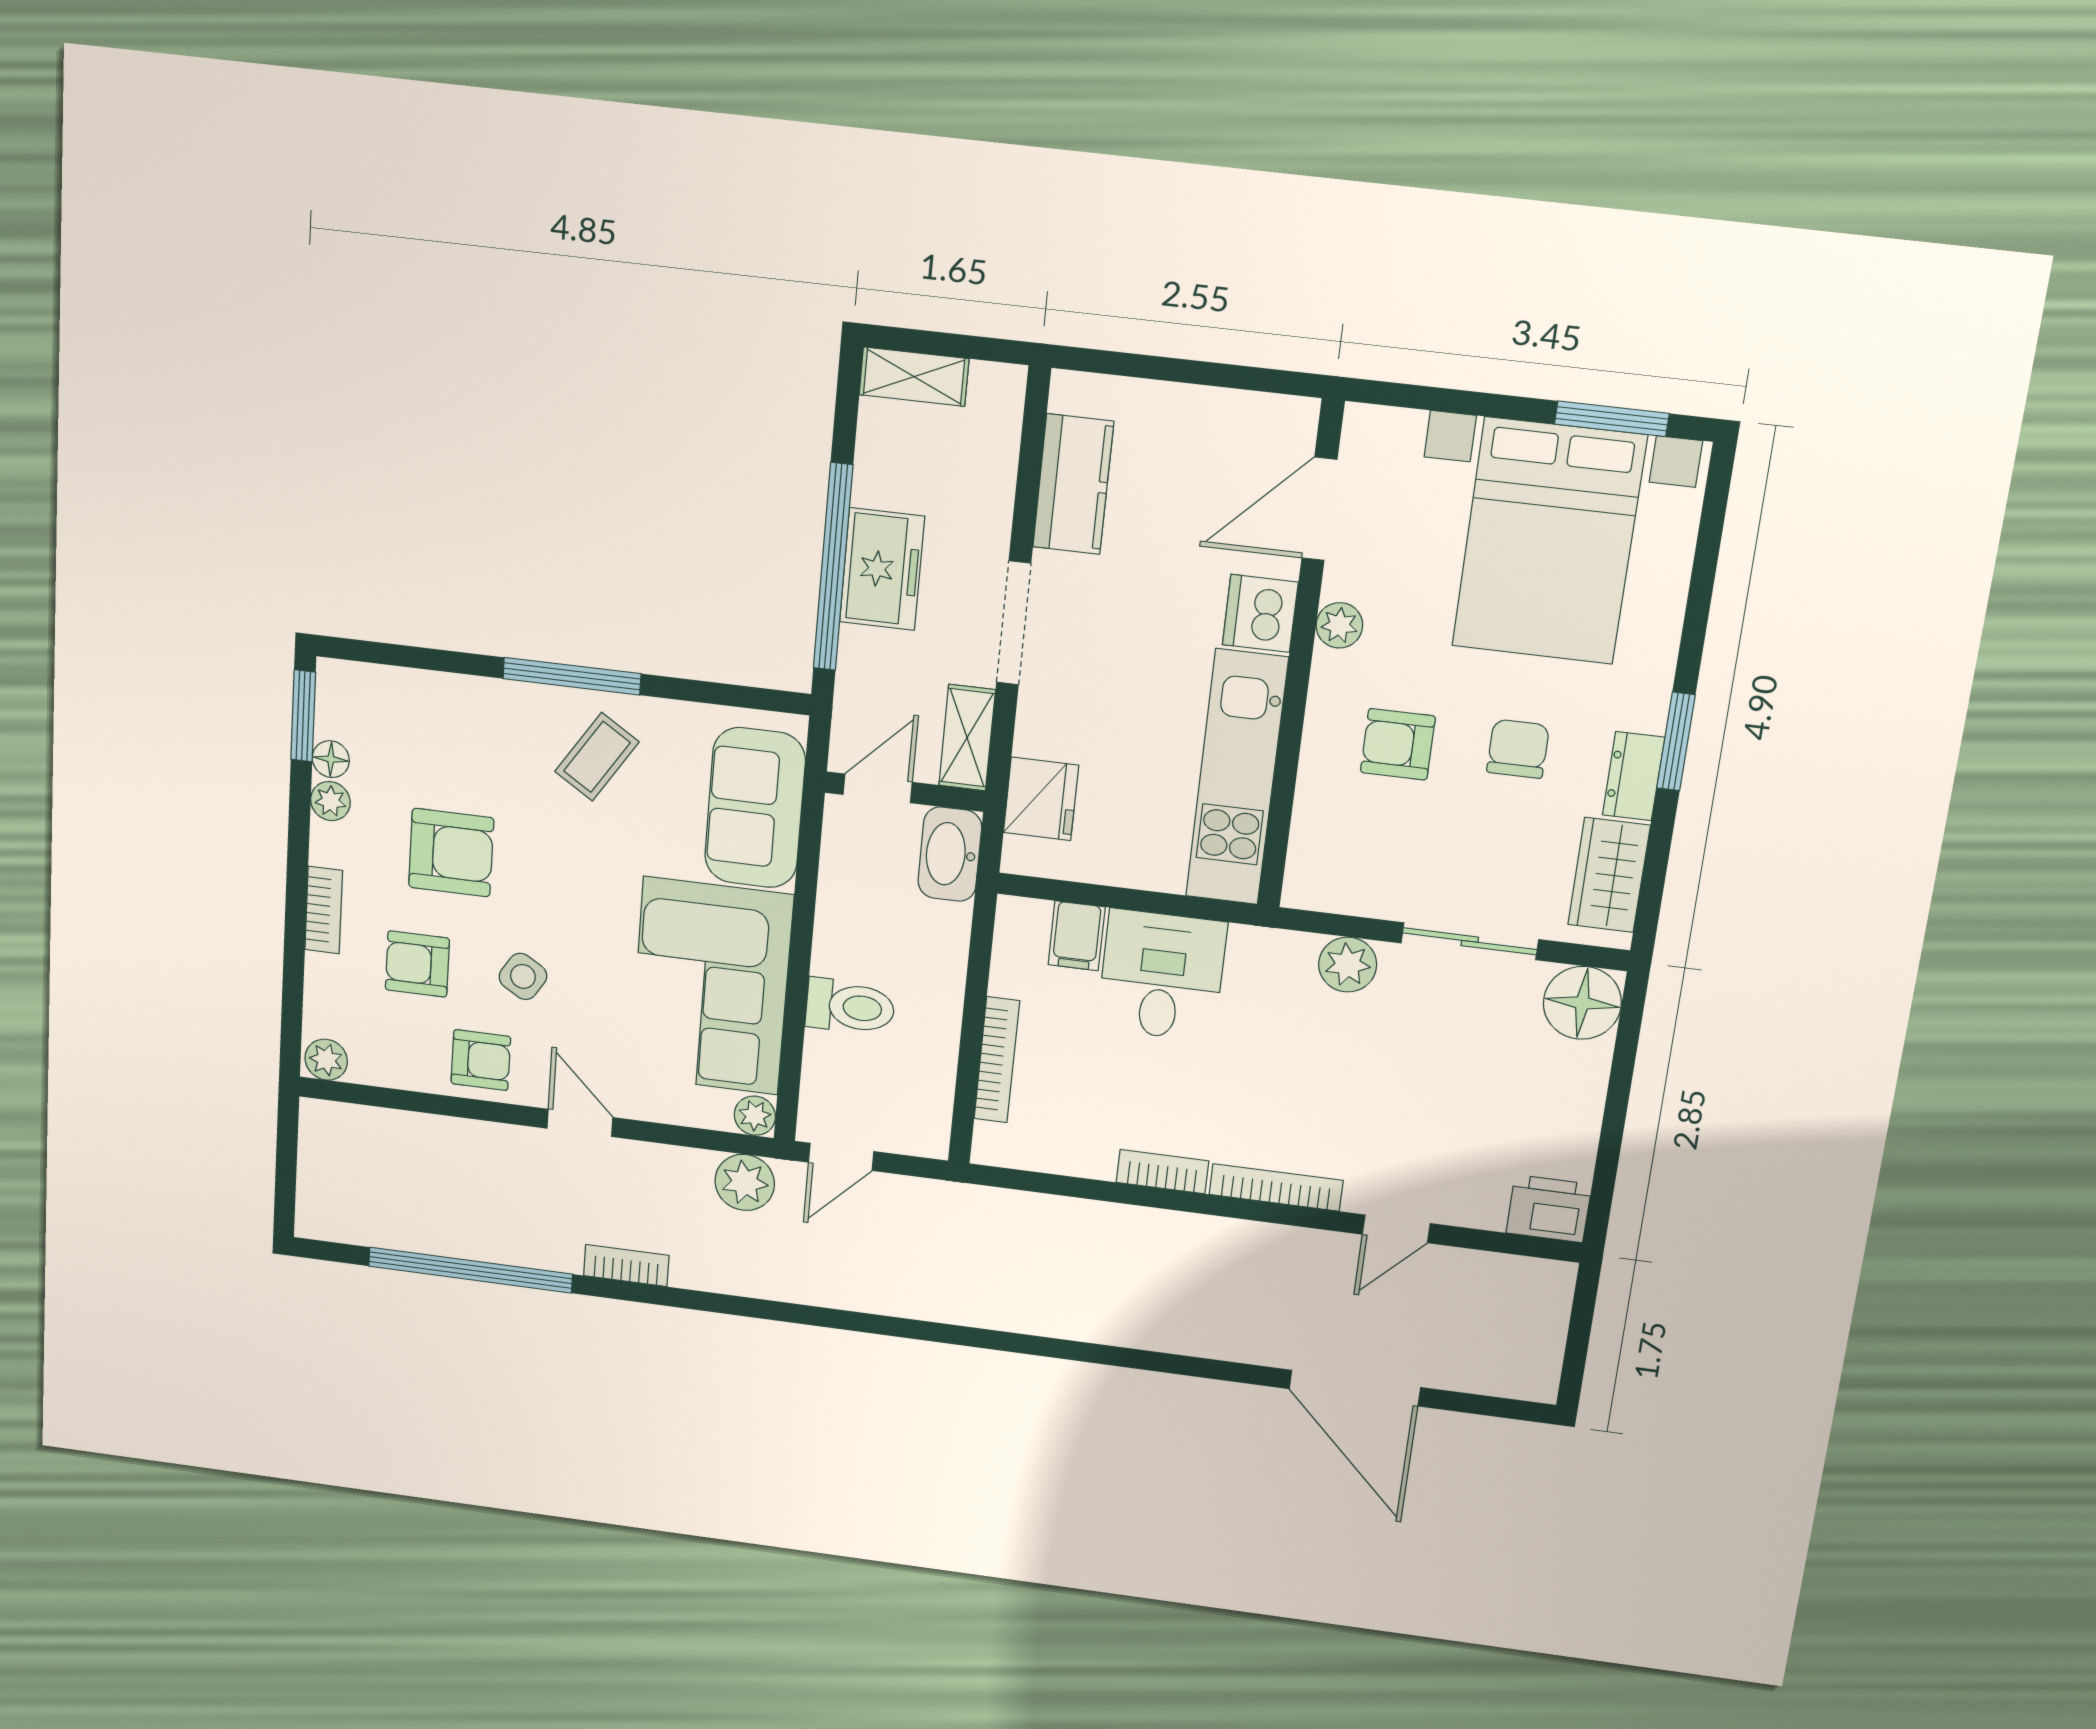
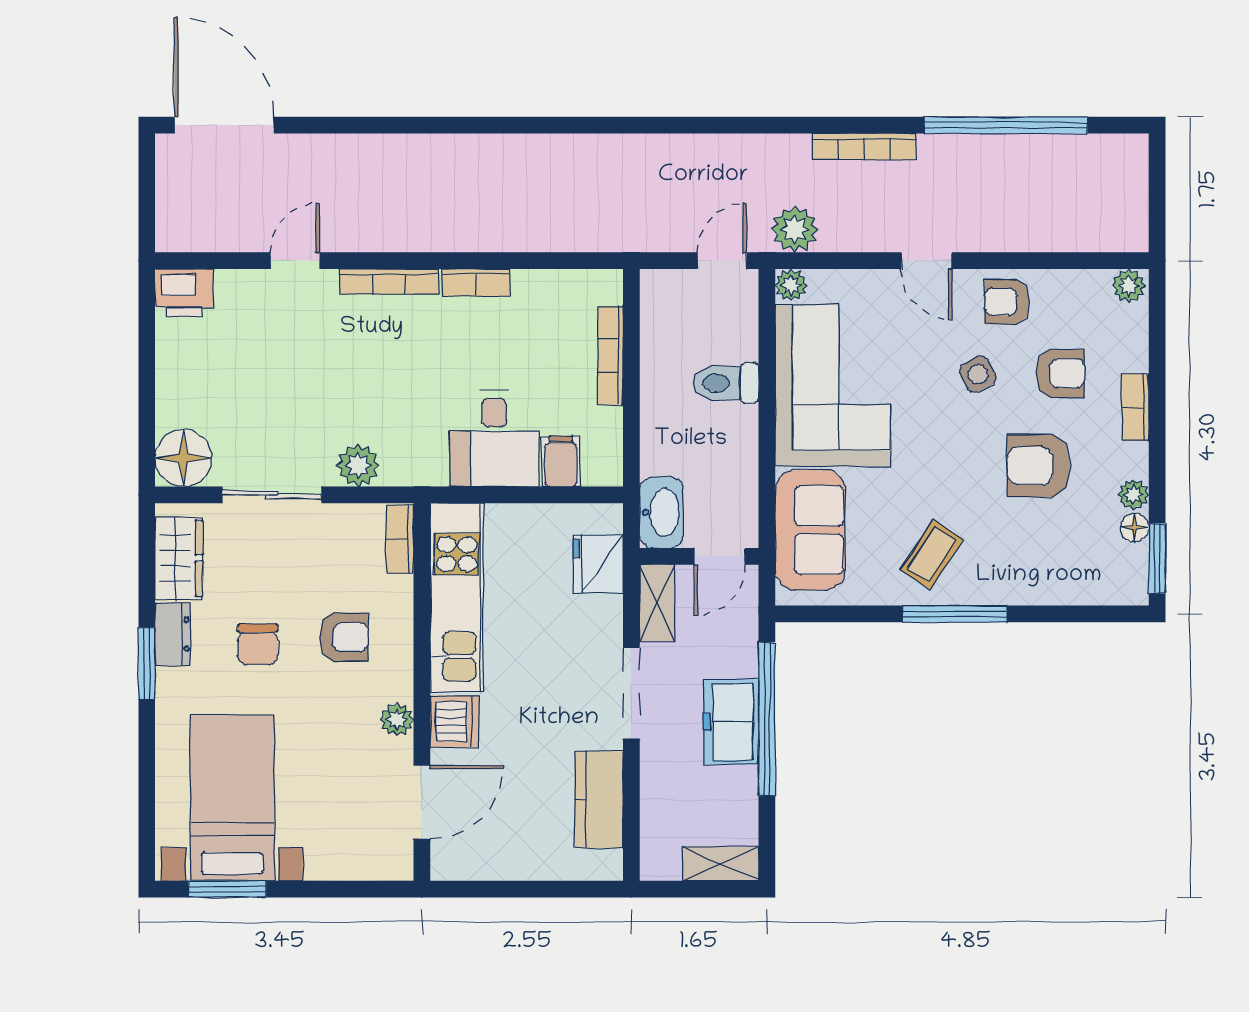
bed with nightstands: (1549, 541) -> (232, 798), width x0.73
bookcase: (1304, 863) -> (400, 539), added
side table: (523, 976) -> (978, 374), turned 31
bookcase: (626, 1266) -> (864, 147), width x1.56
door: (1355, 1388) -> (224, 125), moved

